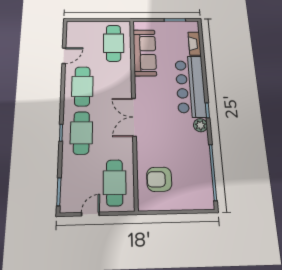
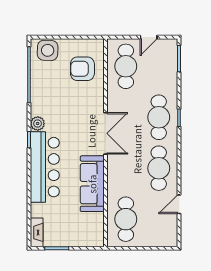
fireplace: (195, 44) -> (37, 232), moved
sofa: (145, 53) -> (92, 184), moved
armchair: (159, 179) -> (82, 69), turned 180
side table: (196, 197) -> (48, 50), added

